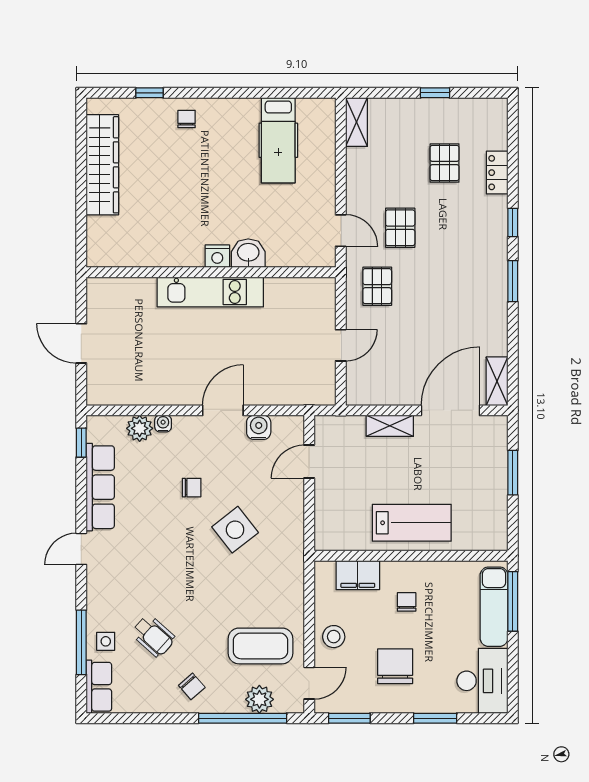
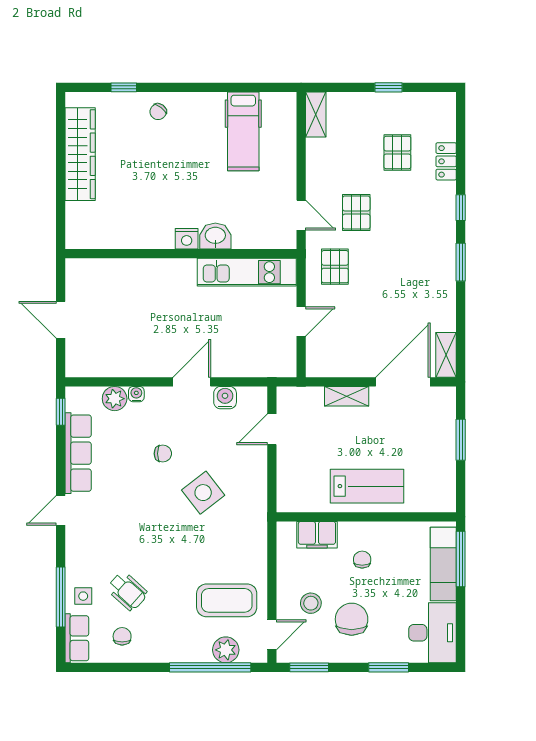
chair: (187, 119) -> (158, 112), turned -143
kitchen unit: (210, 292) -> (247, 272), moved
stool: (334, 637) -> (311, 603), moved
chair: (192, 686) -> (122, 636), moved, turned -139

